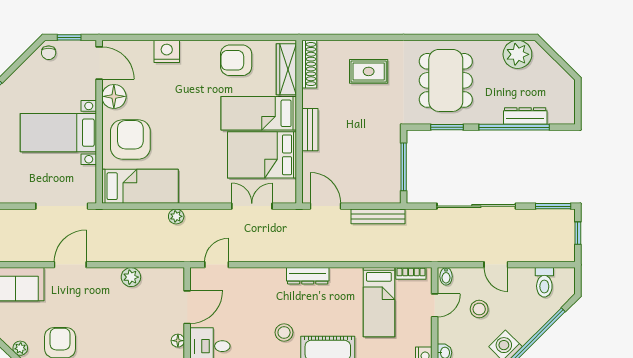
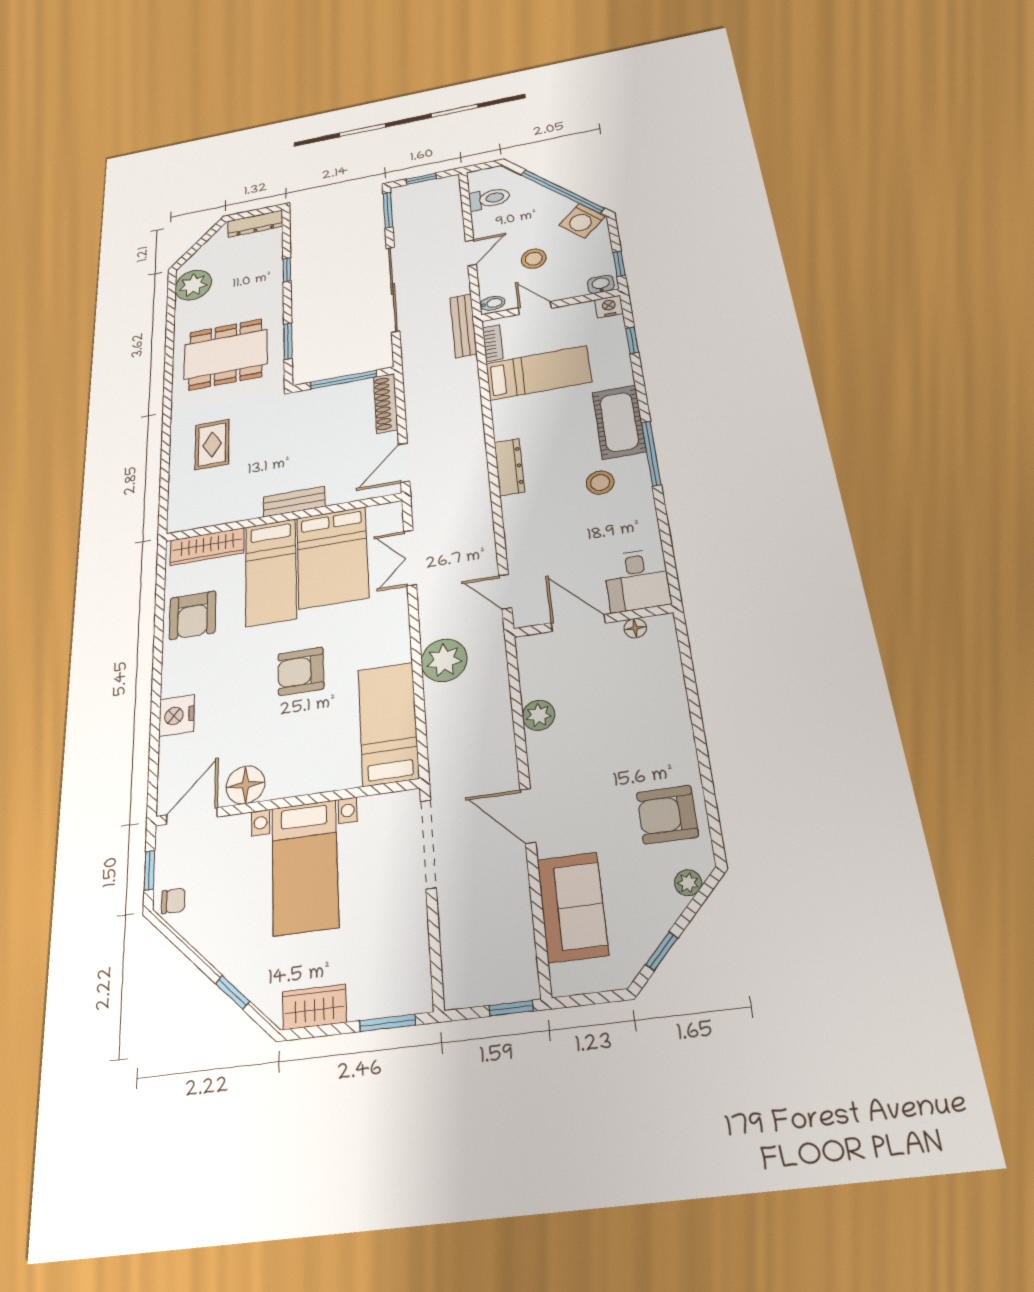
shoe rack: (309, 64) -> (386, 403), moved, turned -90
dresser: (525, 116) -> (255, 224), moved, turned -90
window: (514, 127) -> (287, 270), width x0.32
armchair: (130, 140) -> (301, 671), moved, width x0.73, depth x0.73
plant: (176, 216) -> (444, 660), width x1.87, depth x1.87
bench: (378, 216) -> (463, 326), moved

